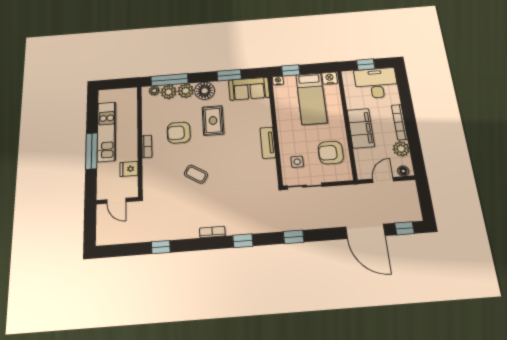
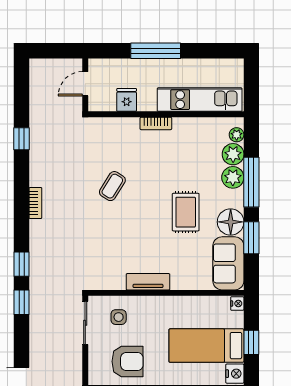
window: (291, 70) -> (251, 342), moved
window: (169, 80) -> (251, 182), moved
floor lamp: (205, 91) -> (231, 222), moved
rug: (213, 120) -> (186, 212), turned 90
kitchen unit: (107, 132) -> (200, 100), moved, turned 180
armchair: (179, 133) -> (172, 166), removed
armchair: (331, 153) -> (127, 361), turned 90
window: (243, 241) -> (22, 264), moved

